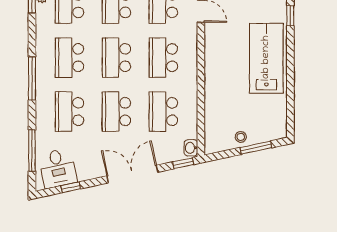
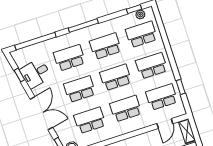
window: (32, 150) -> (35, 41), width x1.46
desk: (58, 168) -> (36, 73), moved

